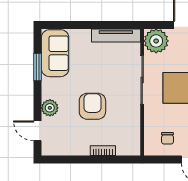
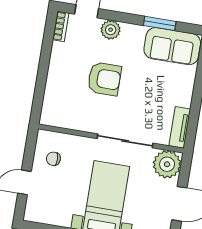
tv unit: (116, 35) -> (180, 127), width x0.71
bookcase: (103, 151) -> (61, 26), moved

